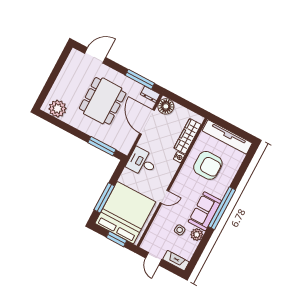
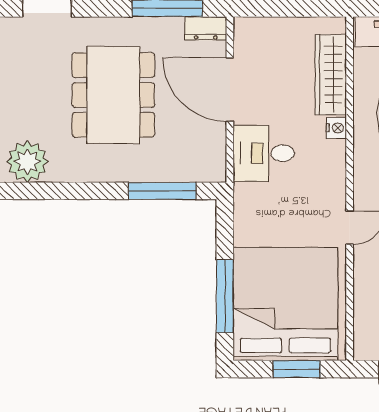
floor lamp: (166, 106) -> (252, 36), removed
desk: (142, 162) -> (264, 153), moved

